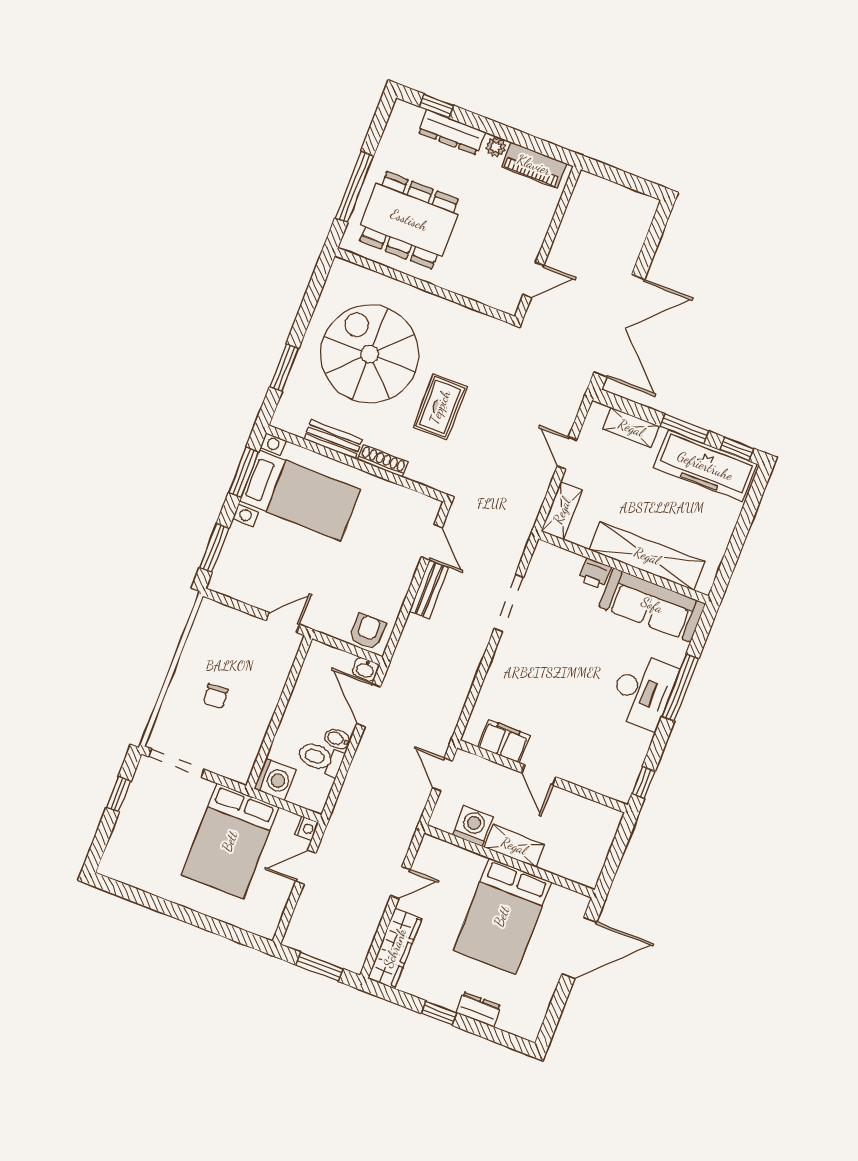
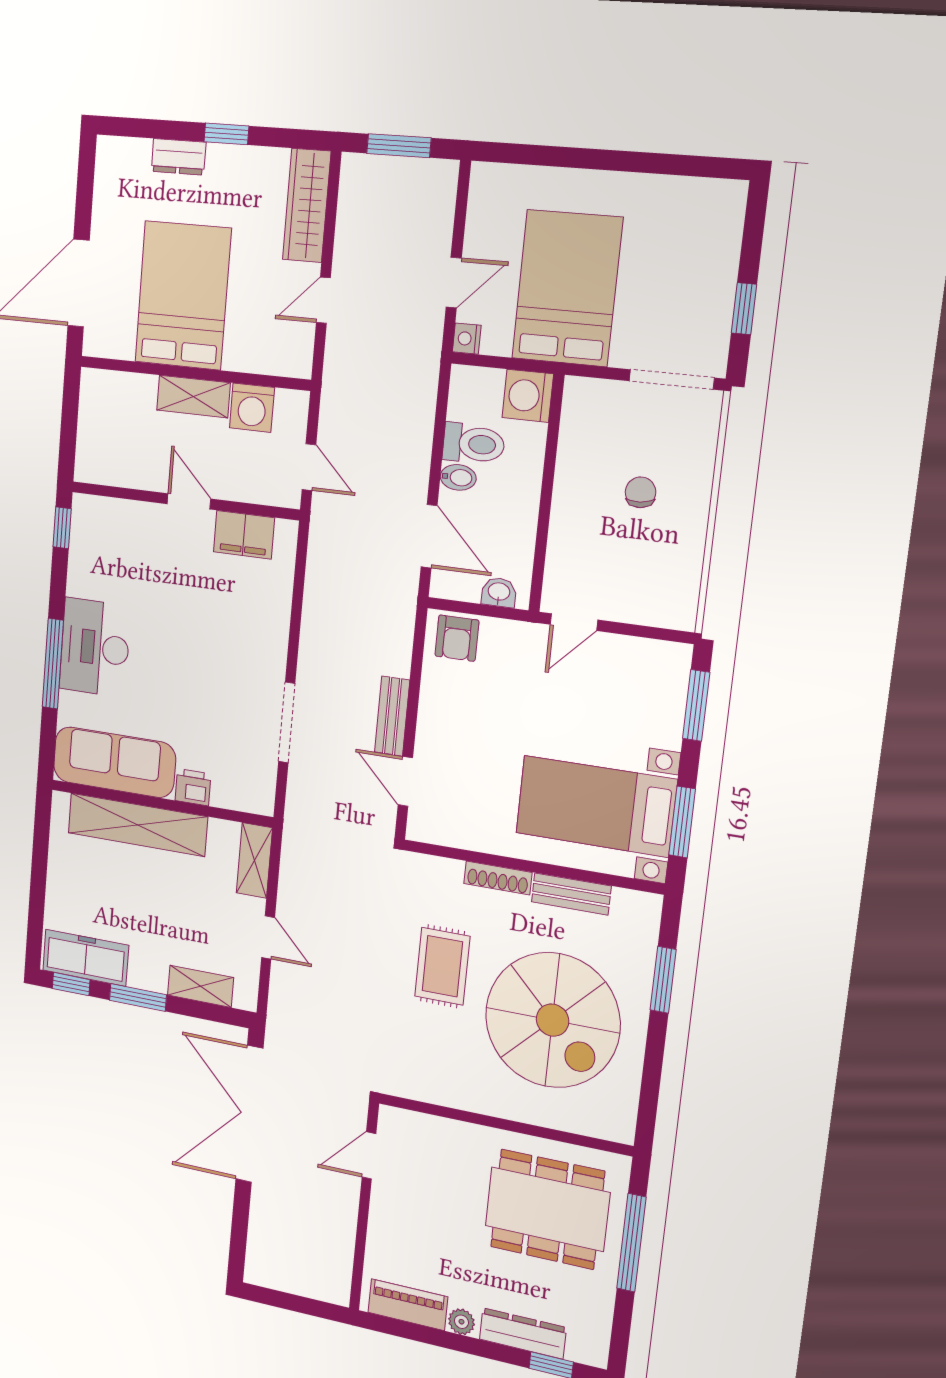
freezer: (705, 466) -> (86, 958), width x0.73, depth x0.79
washbasin: (365, 669) -> (499, 592), moved

